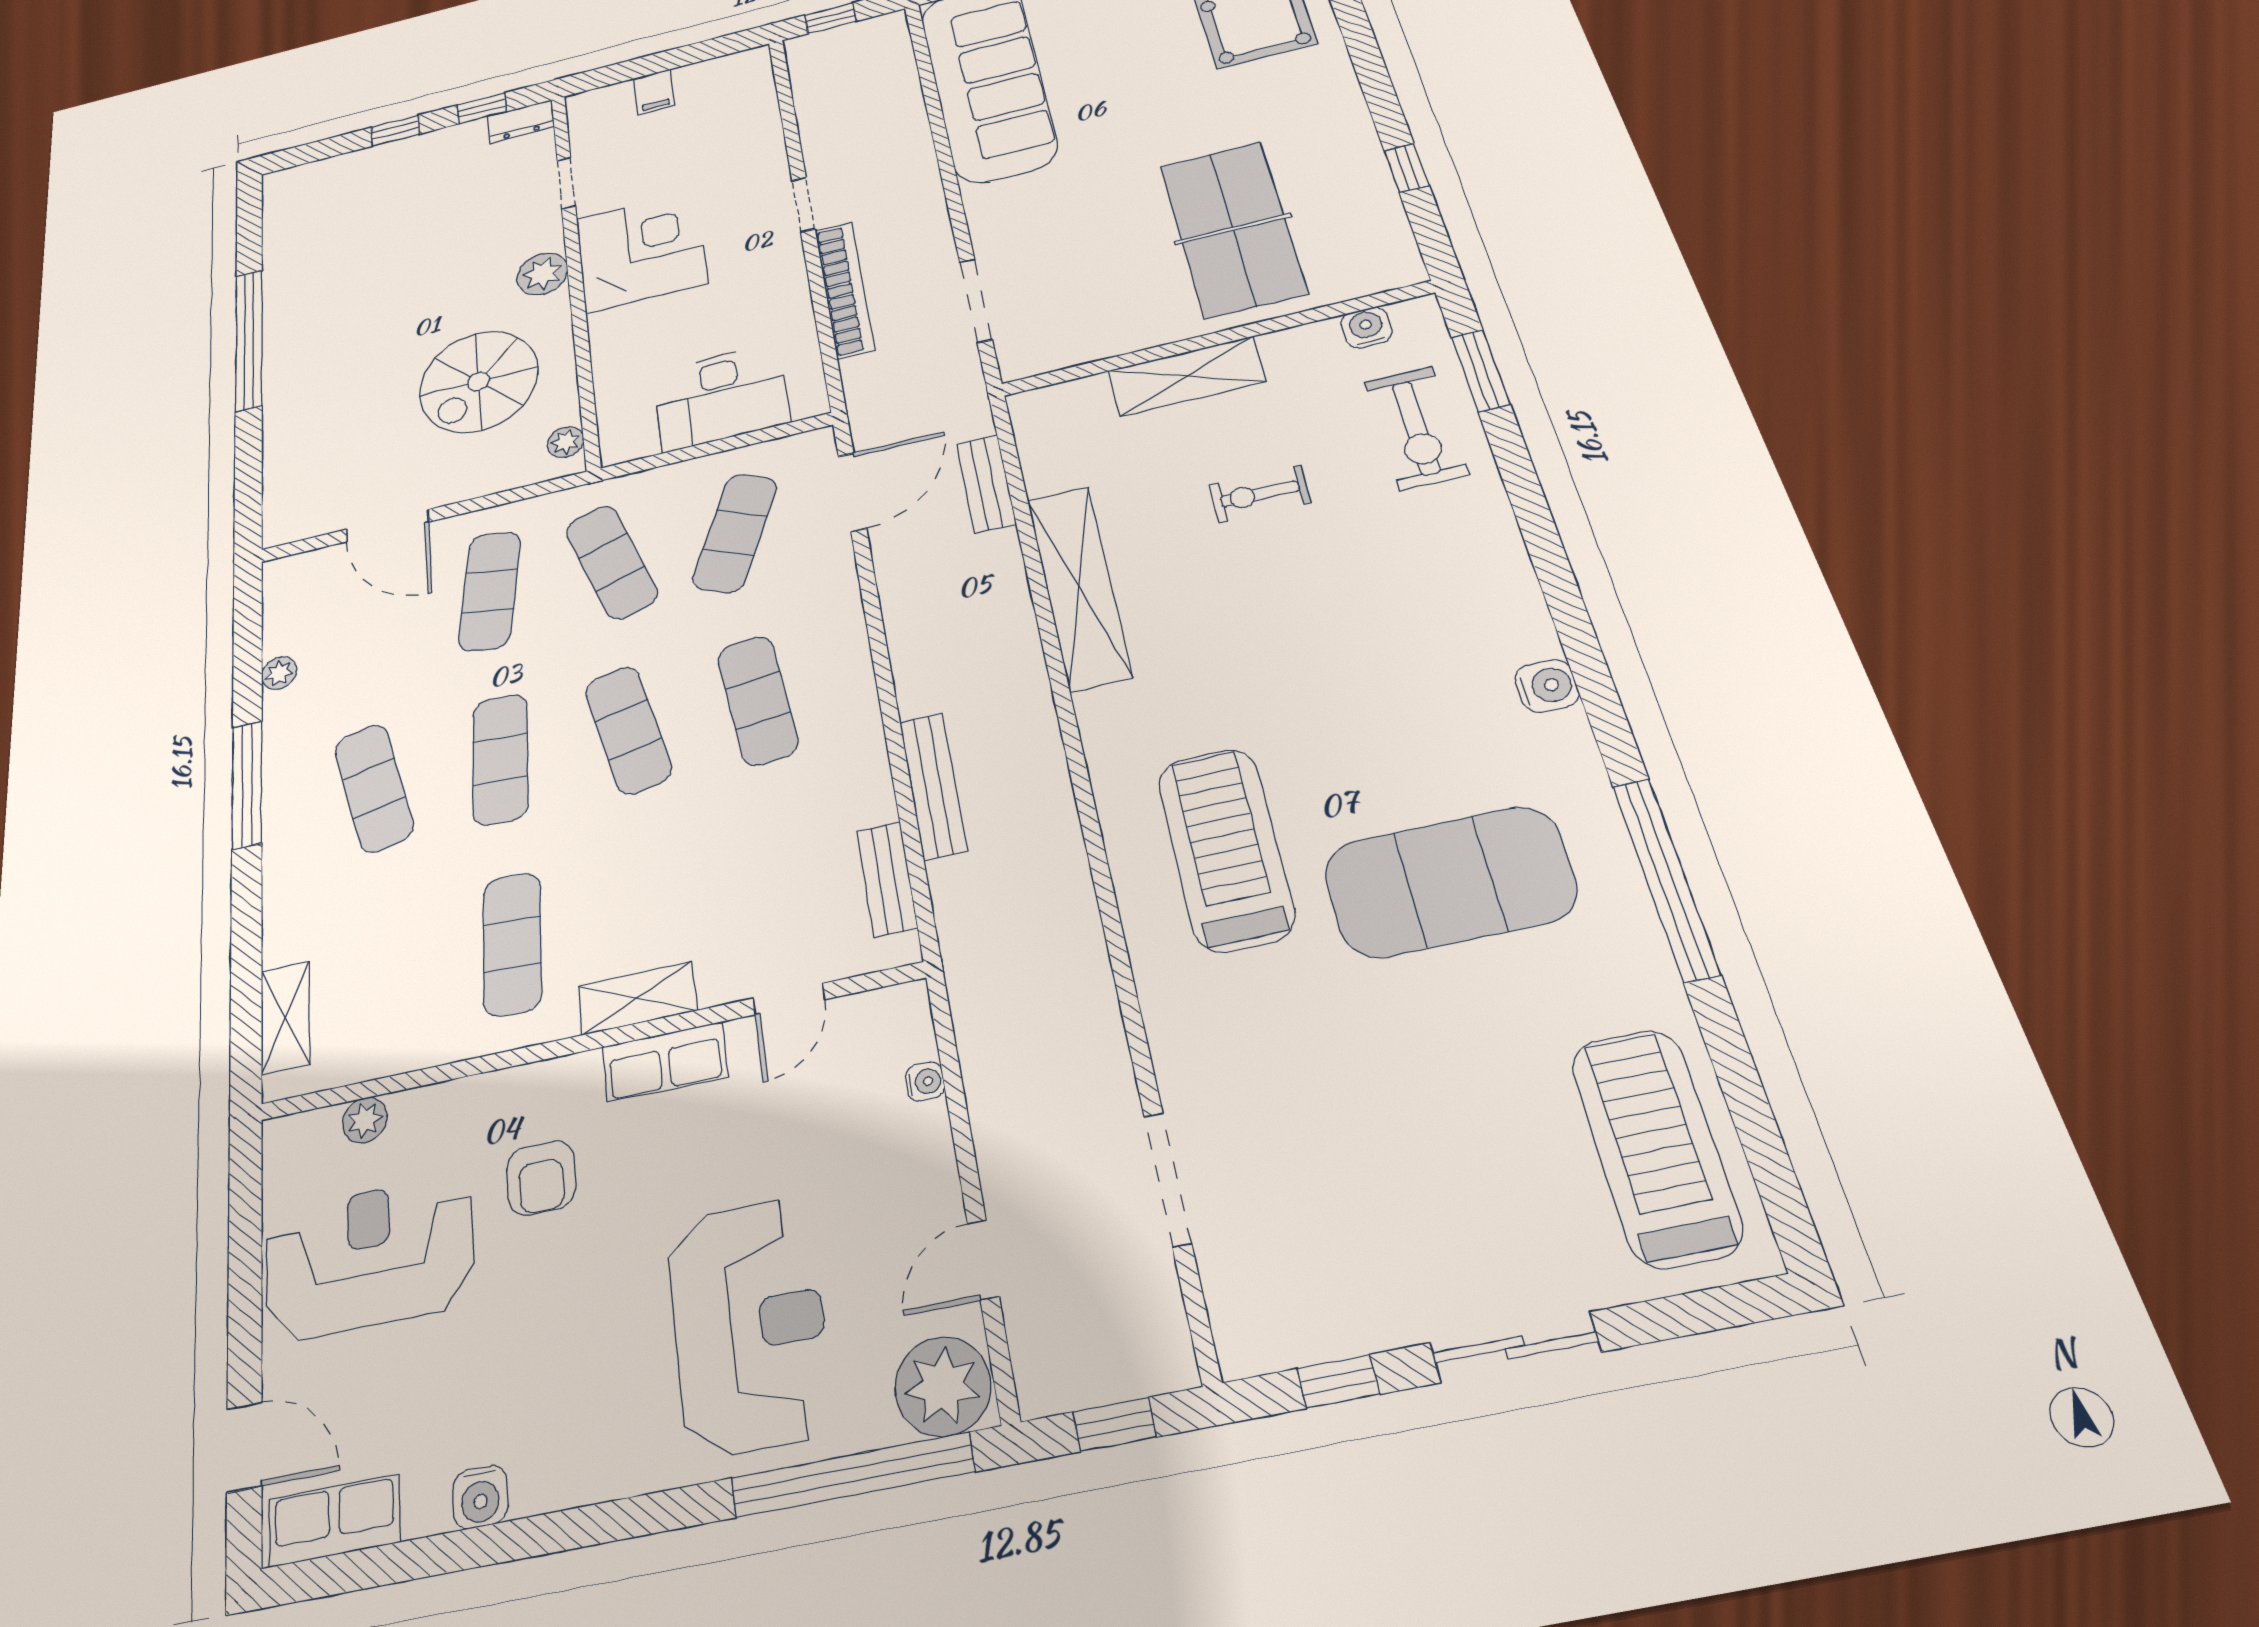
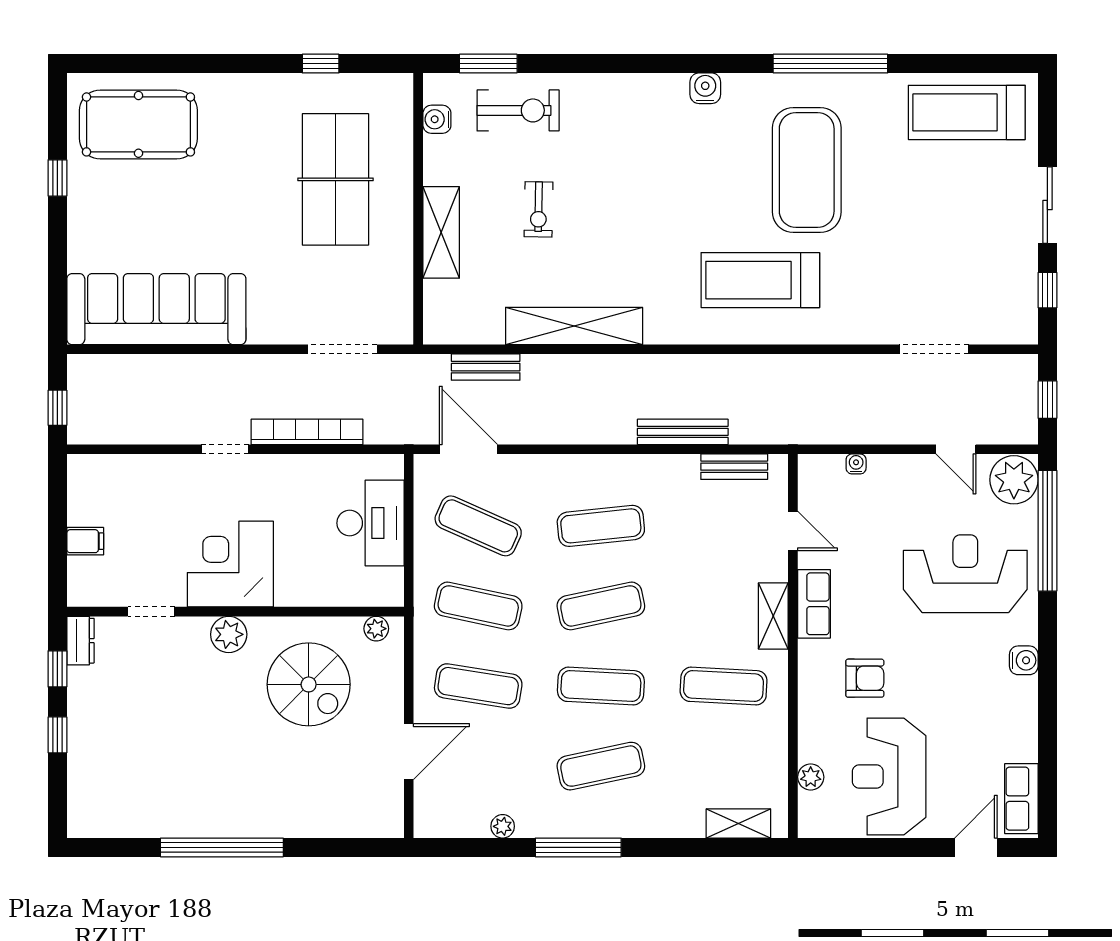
table tennis table: (1233, 229) -> (335, 179), turned 90
exercise mat: (612, 562) -> (478, 606), turned 30
water cooler: (480, 1497) -> (1024, 660), moved

